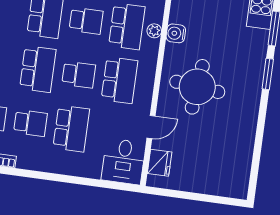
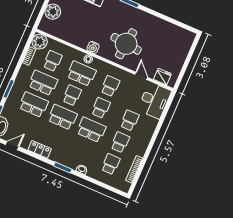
school desk: (119, 80) -> (110, 86), width x0.54
school desk: (71, 129) -> (130, 120), width x0.54
desk: (124, 161) -> (154, 100), width x1.37

